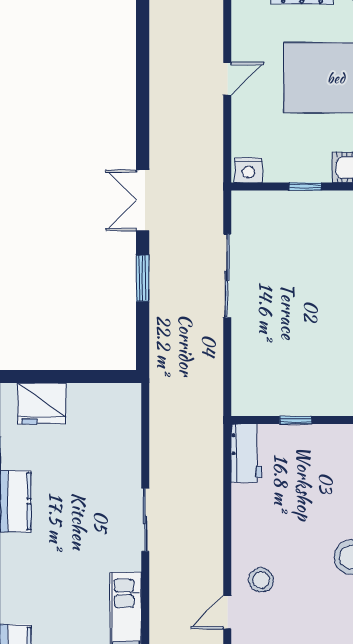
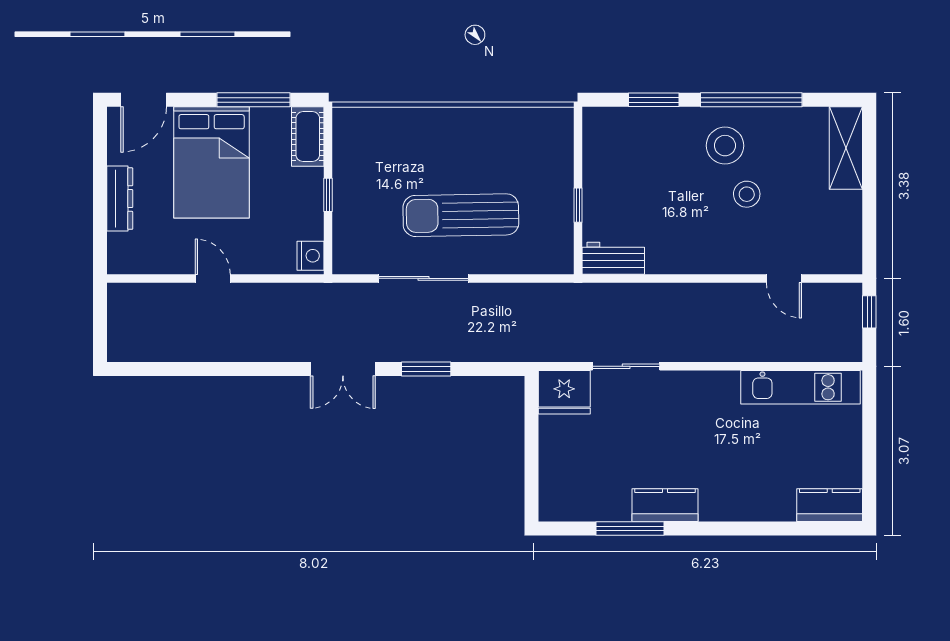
sun lounger: (286, 311) -> (461, 215), added
fridge: (42, 403) -> (564, 392), moved, turned 90
sliding door: (145, 520) -> (626, 366), moved
stool: (261, 580) -> (747, 194), moved

